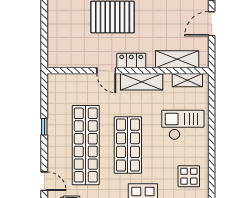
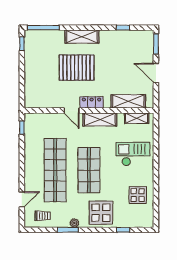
door: (212, 24) -> (156, 73), hinge flipped
window: (44, 127) -> (22, 128), moved
door: (44, 181) -> (22, 199), hinge flipped

